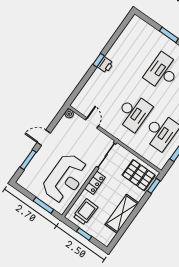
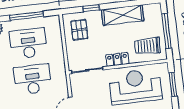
pallet: (139, 175) -> (79, 30), width x0.67, depth x0.71
window: (154, 186) -> (91, 8), moved
window: (84, 234) -> (166, 31), width x2.17

